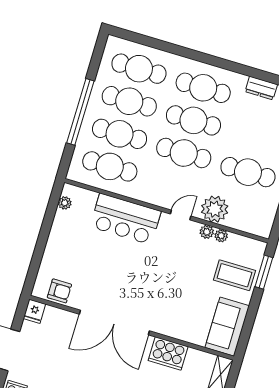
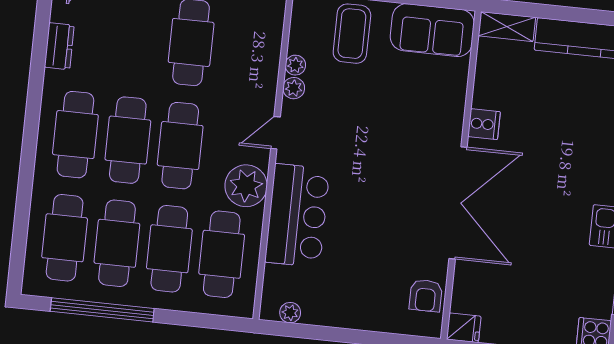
window: (80, 112) -> (102, 310), moved
plant: (215, 209) -> (246, 186), moved
door: (181, 215) -> (275, 133), hinge flipped
armchair: (59, 291) -> (426, 296), turned 180
cooker: (168, 353) -> (484, 124), width x0.53, depth x0.76

